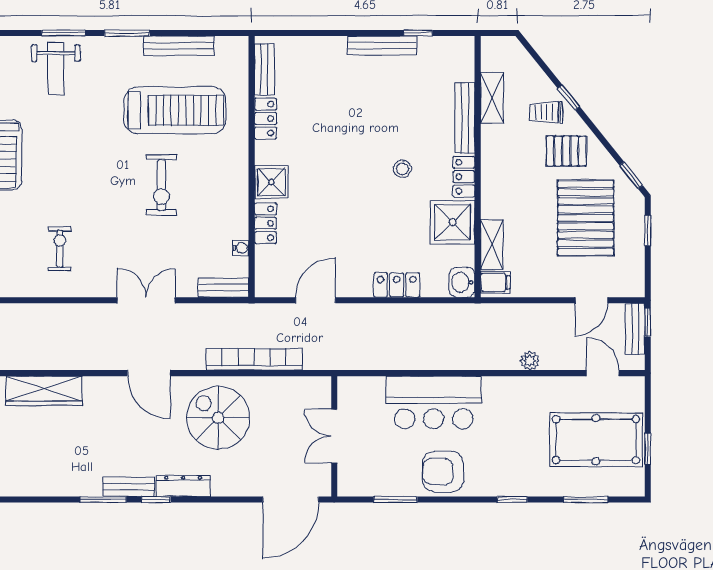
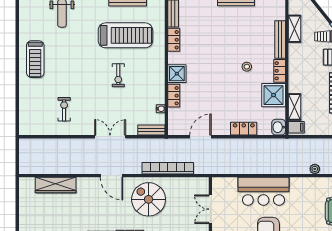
exercise bike: (161, 185) -> (118, 75), width x0.73, depth x0.72

